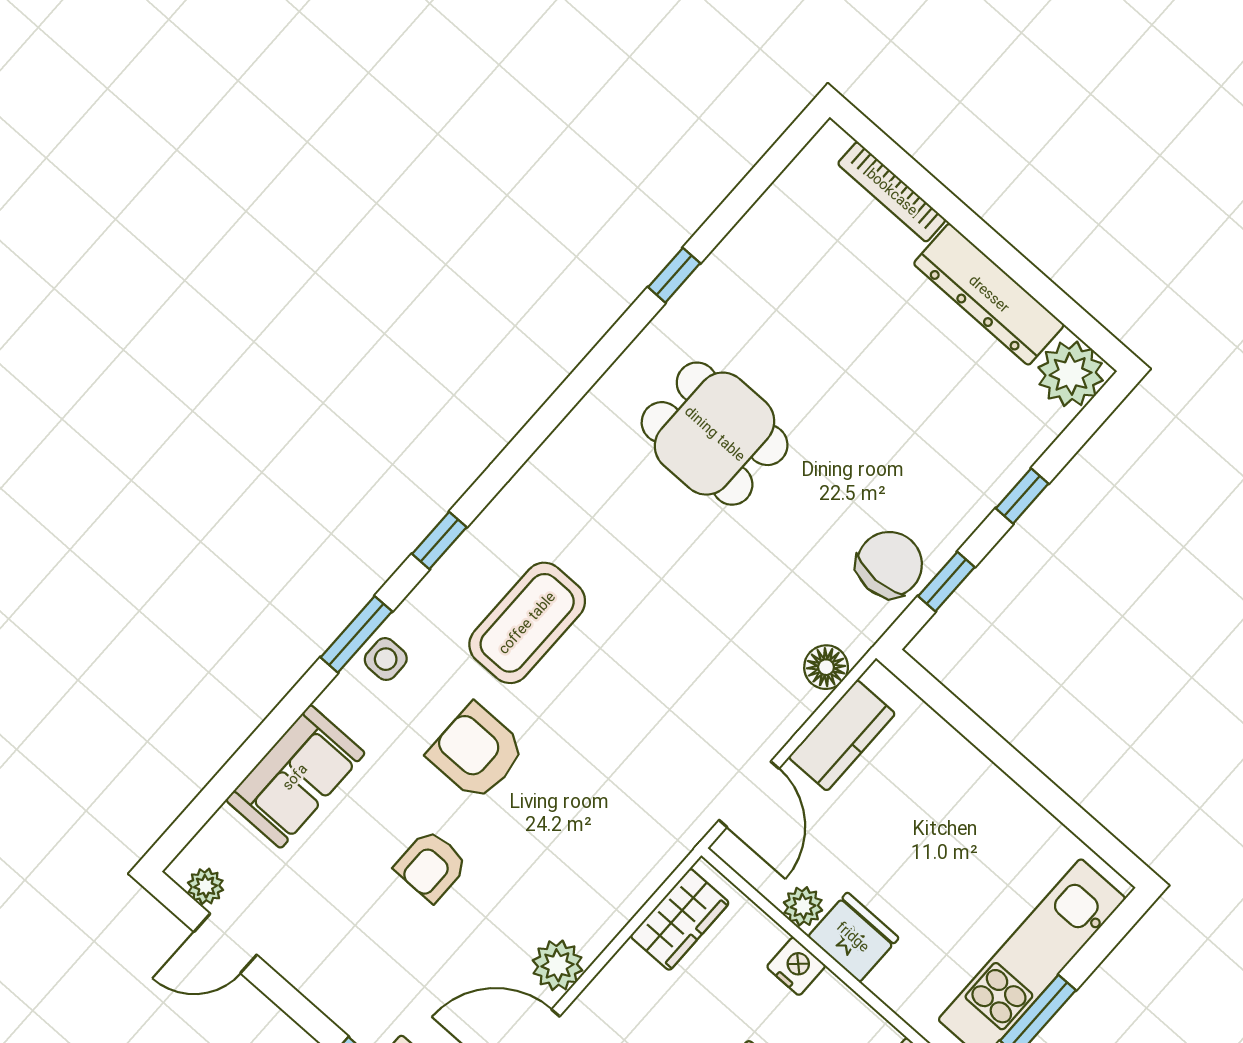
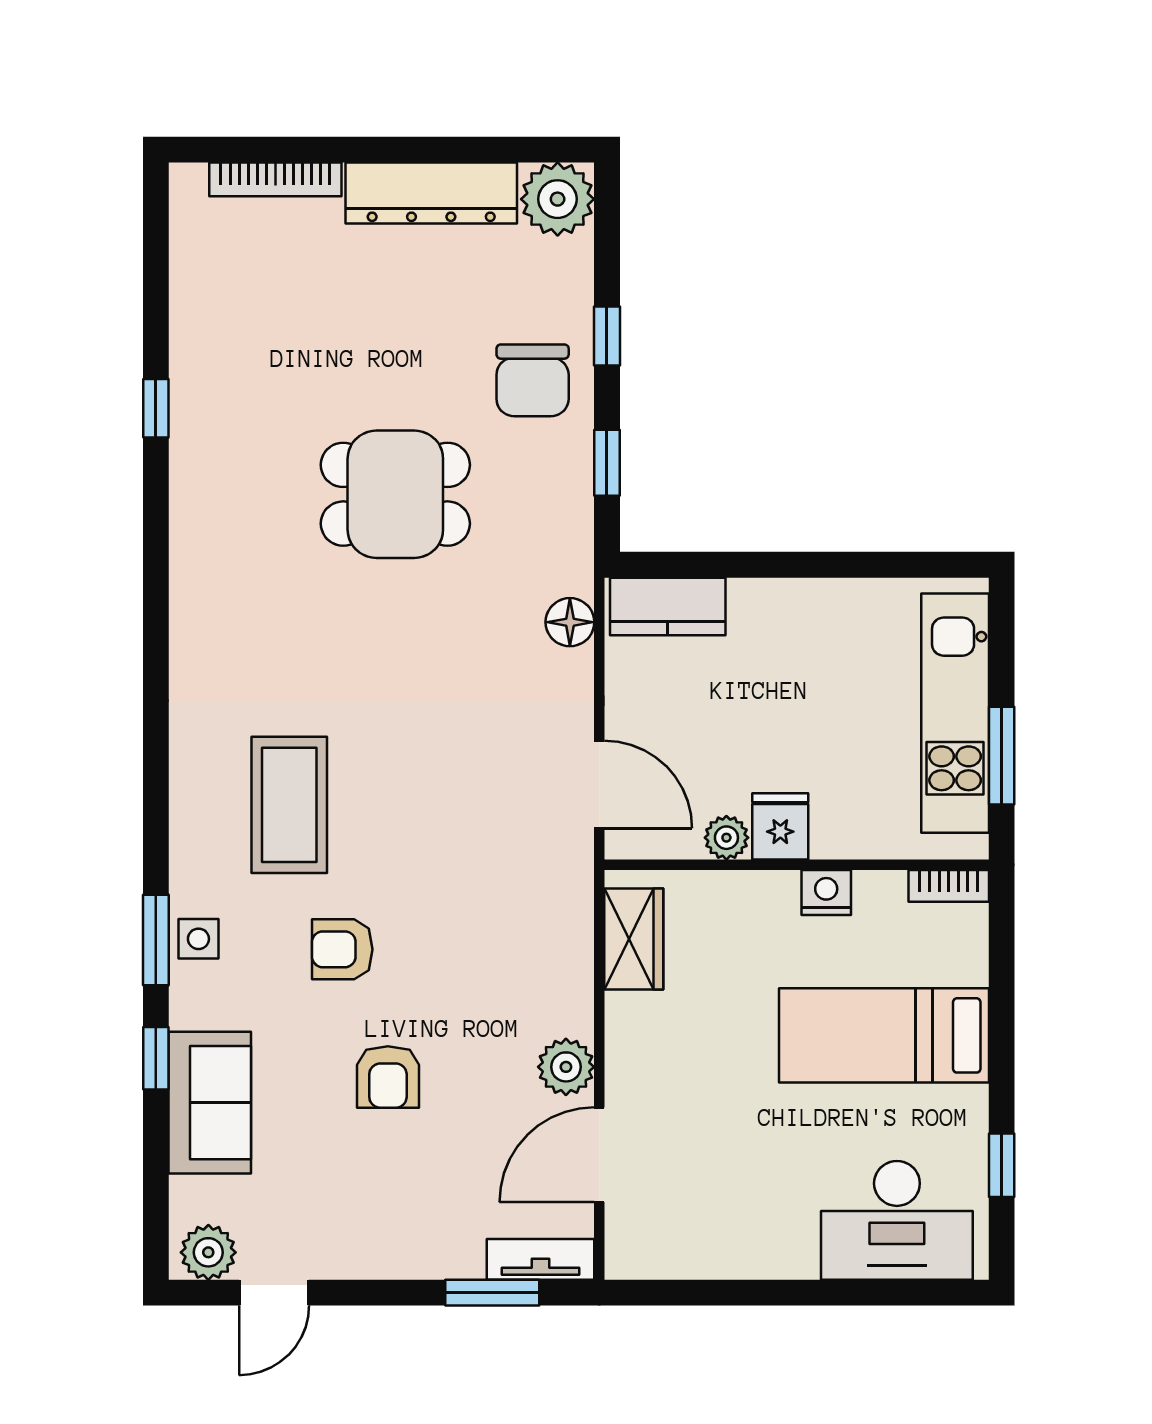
dining table: (715, 434) -> (395, 494), moved
window: (439, 541) -> (156, 1058), moved
chair: (889, 564) -> (533, 380), moved, turned 180
kitchen counter: (842, 735) -> (668, 606), moved, turned 90
armchair: (477, 752) -> (342, 949), width x0.72, depth x0.72
plant: (206, 886) -> (208, 1252), width x1.38, depth x1.38
fridge: (853, 937) -> (780, 826), width x0.72
nightstand: (796, 966) -> (826, 892), moved

